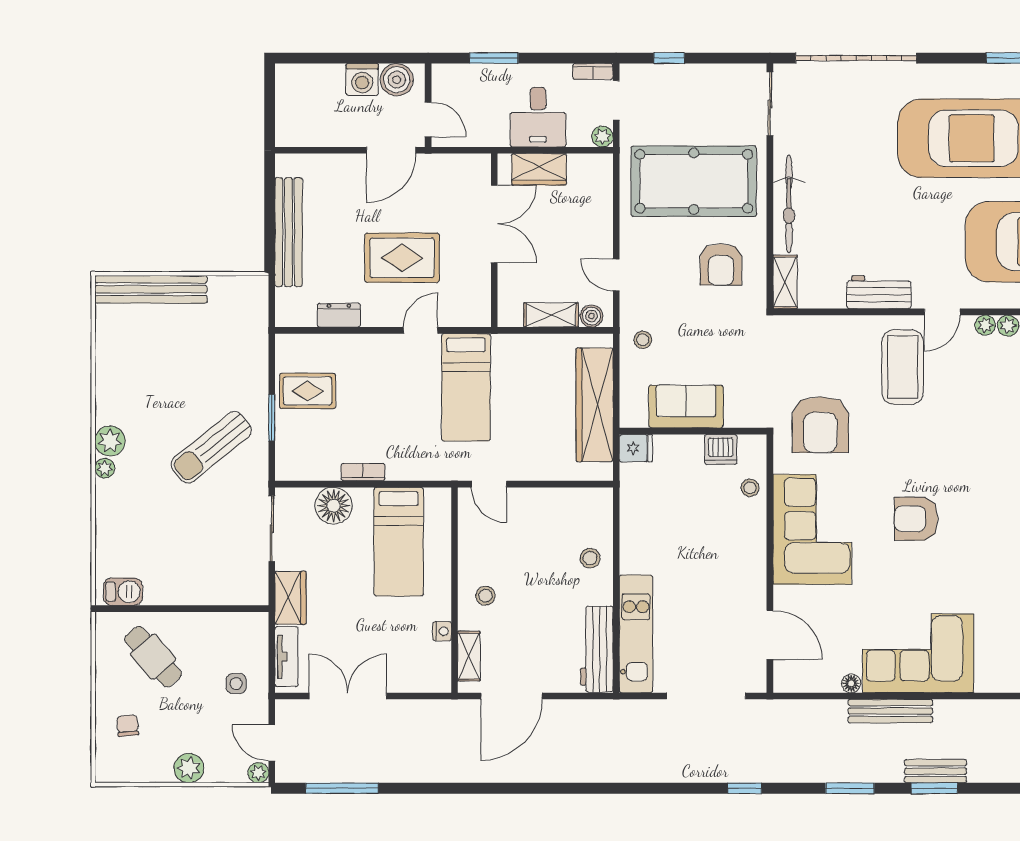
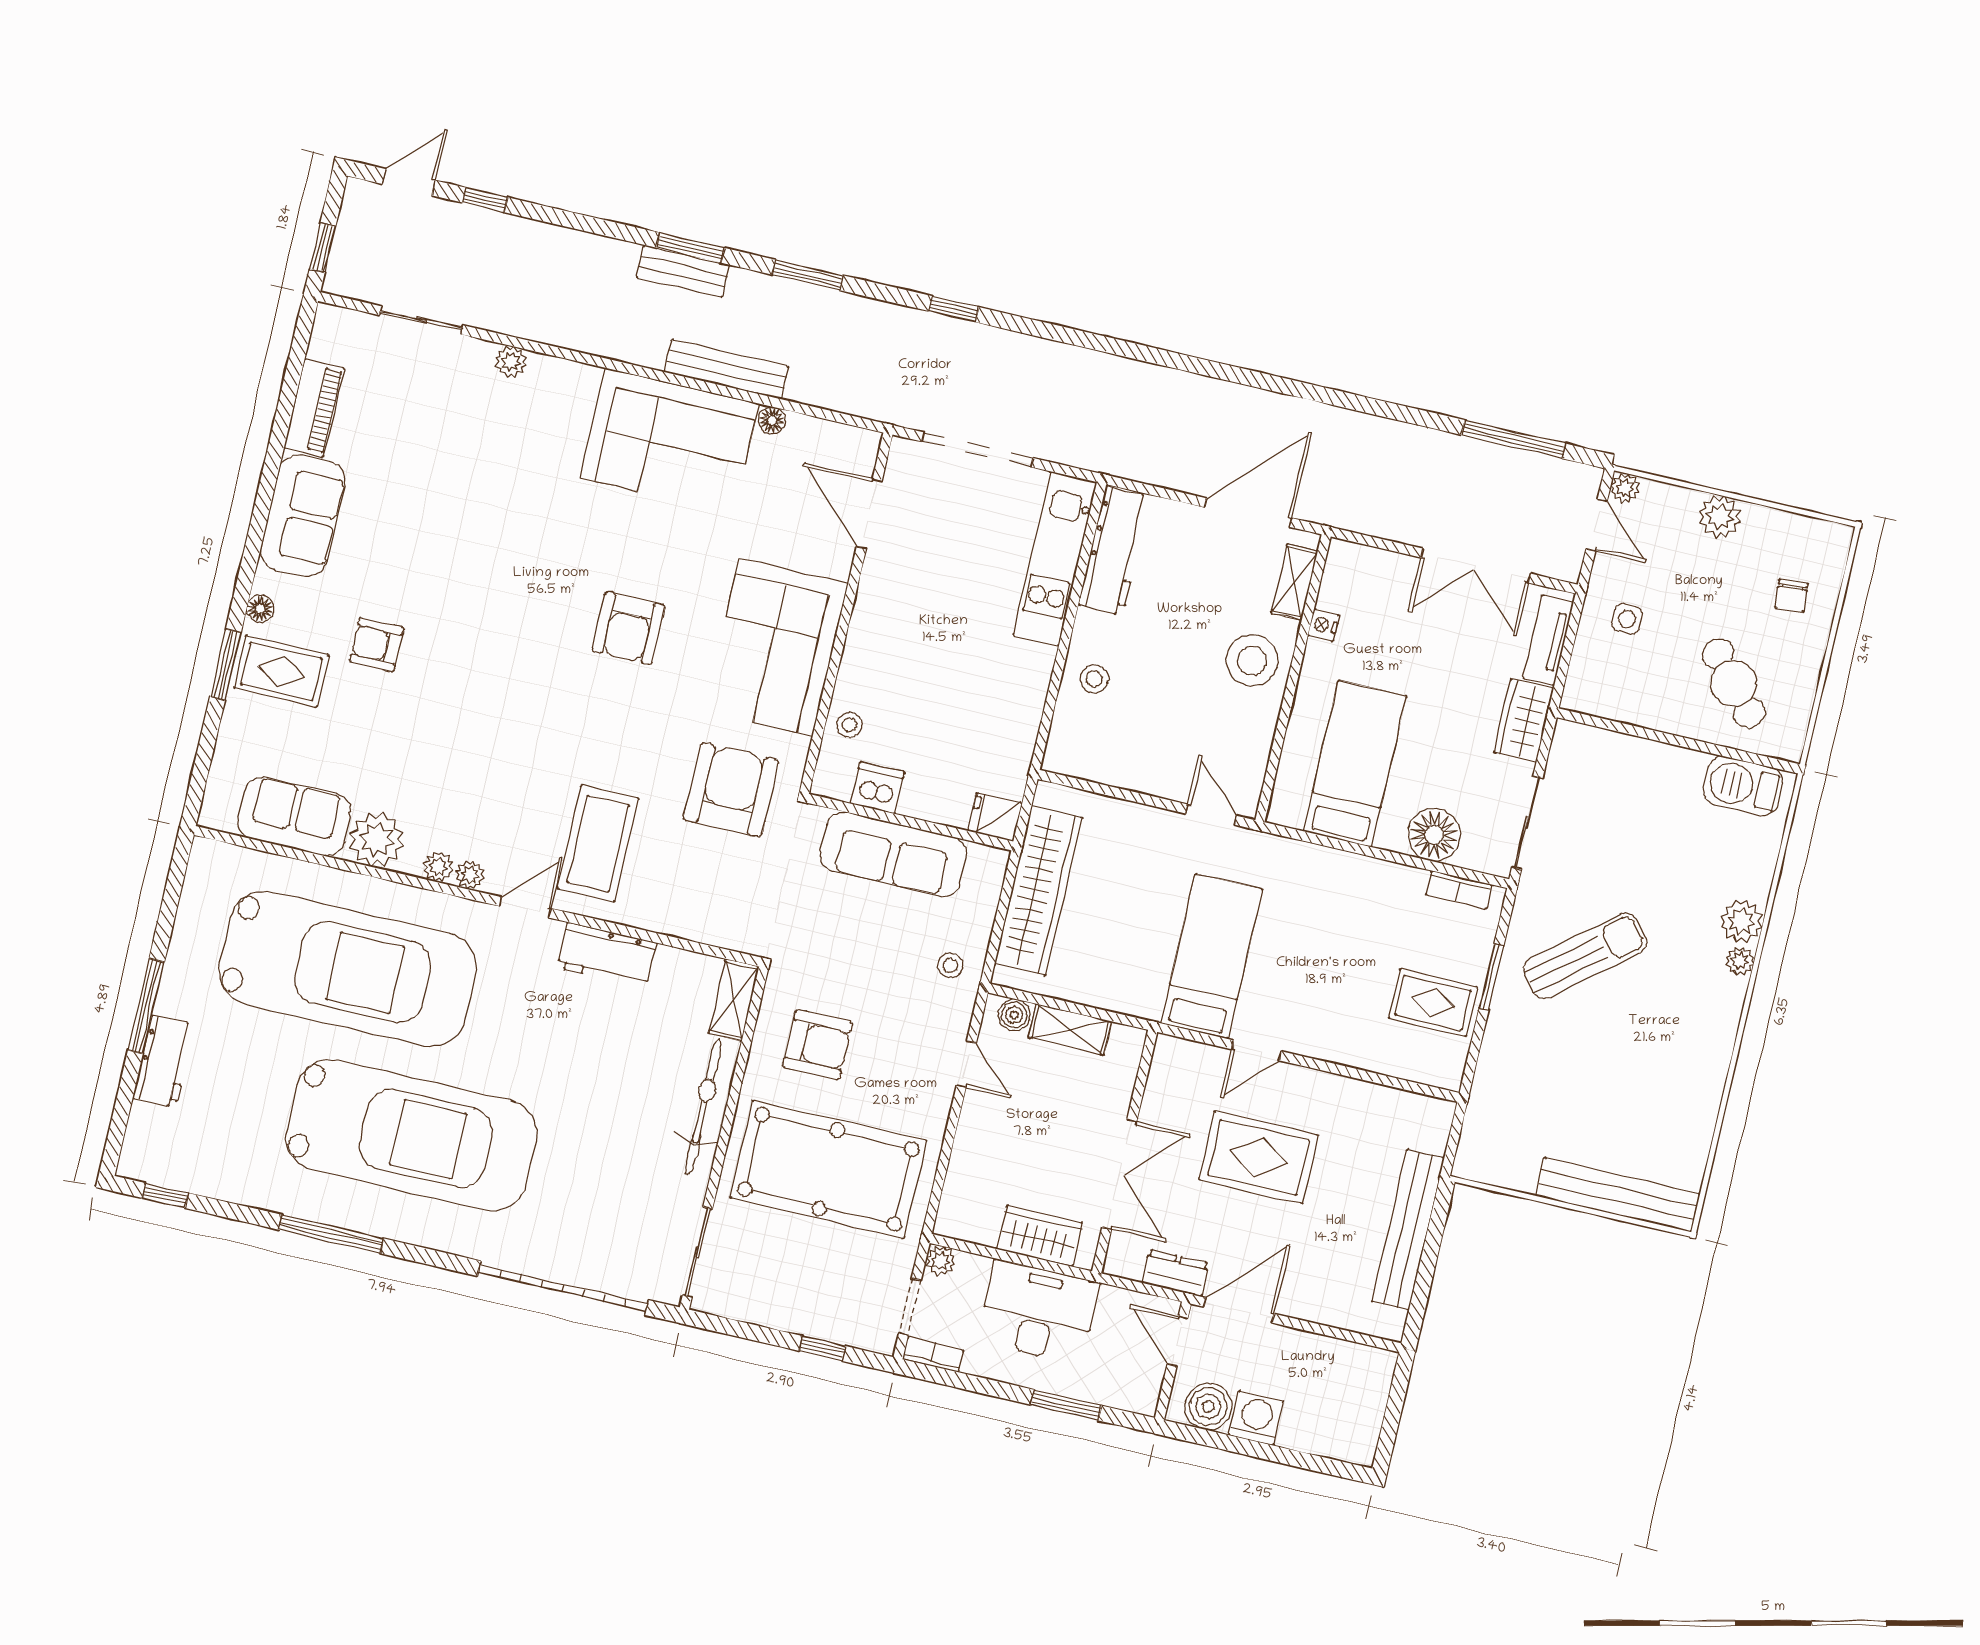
desk: (538, 117) -> (1038, 1312), width x1.37
double door: (494, 224) -> (1119, 1174), swing flipped
armchair: (721, 264) -> (817, 1045), turned 90
dresser: (339, 315) -> (1175, 1273), moved, turned 180
sofa: (686, 406) -> (893, 854), width x1.36
plant: (110, 441) -> (1741, 921), moved
bookcase: (363, 472) -> (1459, 890), moved
armchair: (916, 519) -> (628, 628), turned 90
barbecue: (123, 592) -> (1743, 786), width x1.38, depth x1.27
stool: (485, 596) -> (1252, 660), width x1.89, depth x1.89

